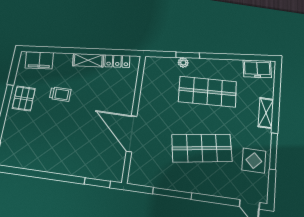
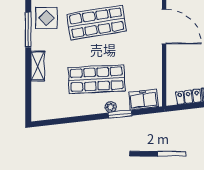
plant: (183, 63) -> (111, 107), moved
freezer: (257, 69) -> (143, 100), moved

